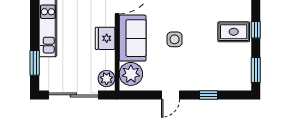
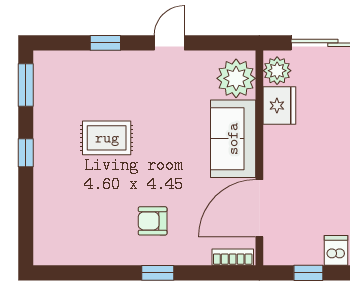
rug: (234, 32) -> (107, 138), moved
fridge: (105, 38) -> (279, 106), moved
side table: (175, 39) -> (163, 137), removed

